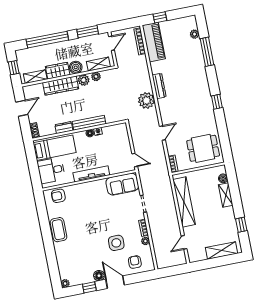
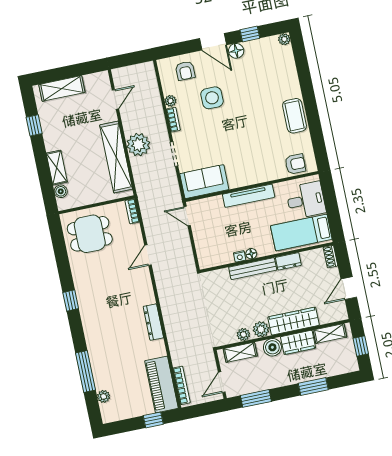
window: (47, 40) -> (313, 386), width x0.47
plant: (146, 100) -> (138, 145), moved

